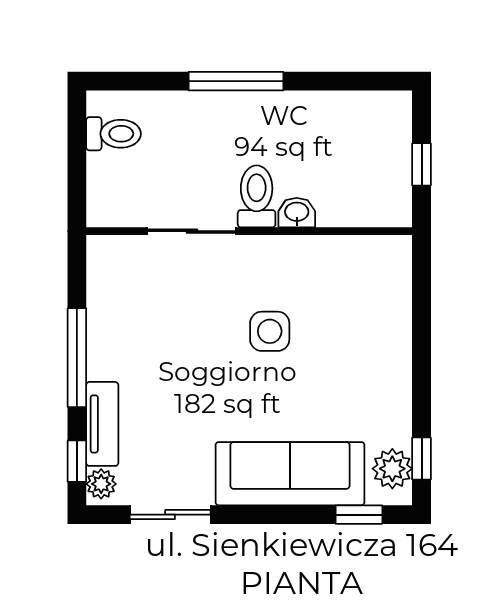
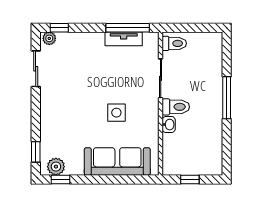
toilet: (114, 134) -> (174, 43), moved, turned -90
window: (77, 358) -> (128, 28), moved
tv unit: (102, 424) -> (124, 39), moved
sofa: (290, 474) -> (117, 161), moved, turned -90

